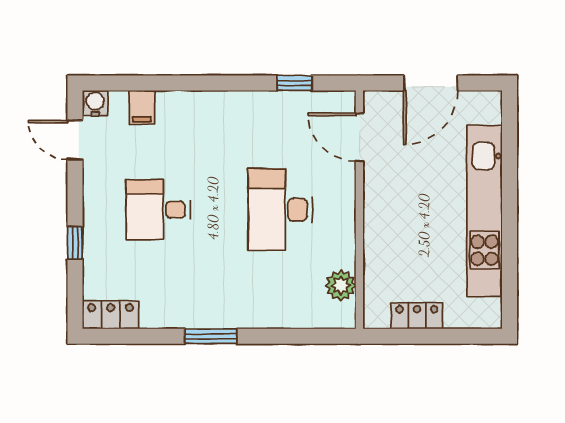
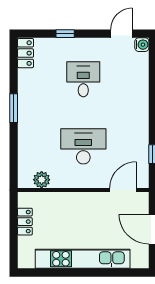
filing cabinet: (142, 107) -> (140, 70), removed

